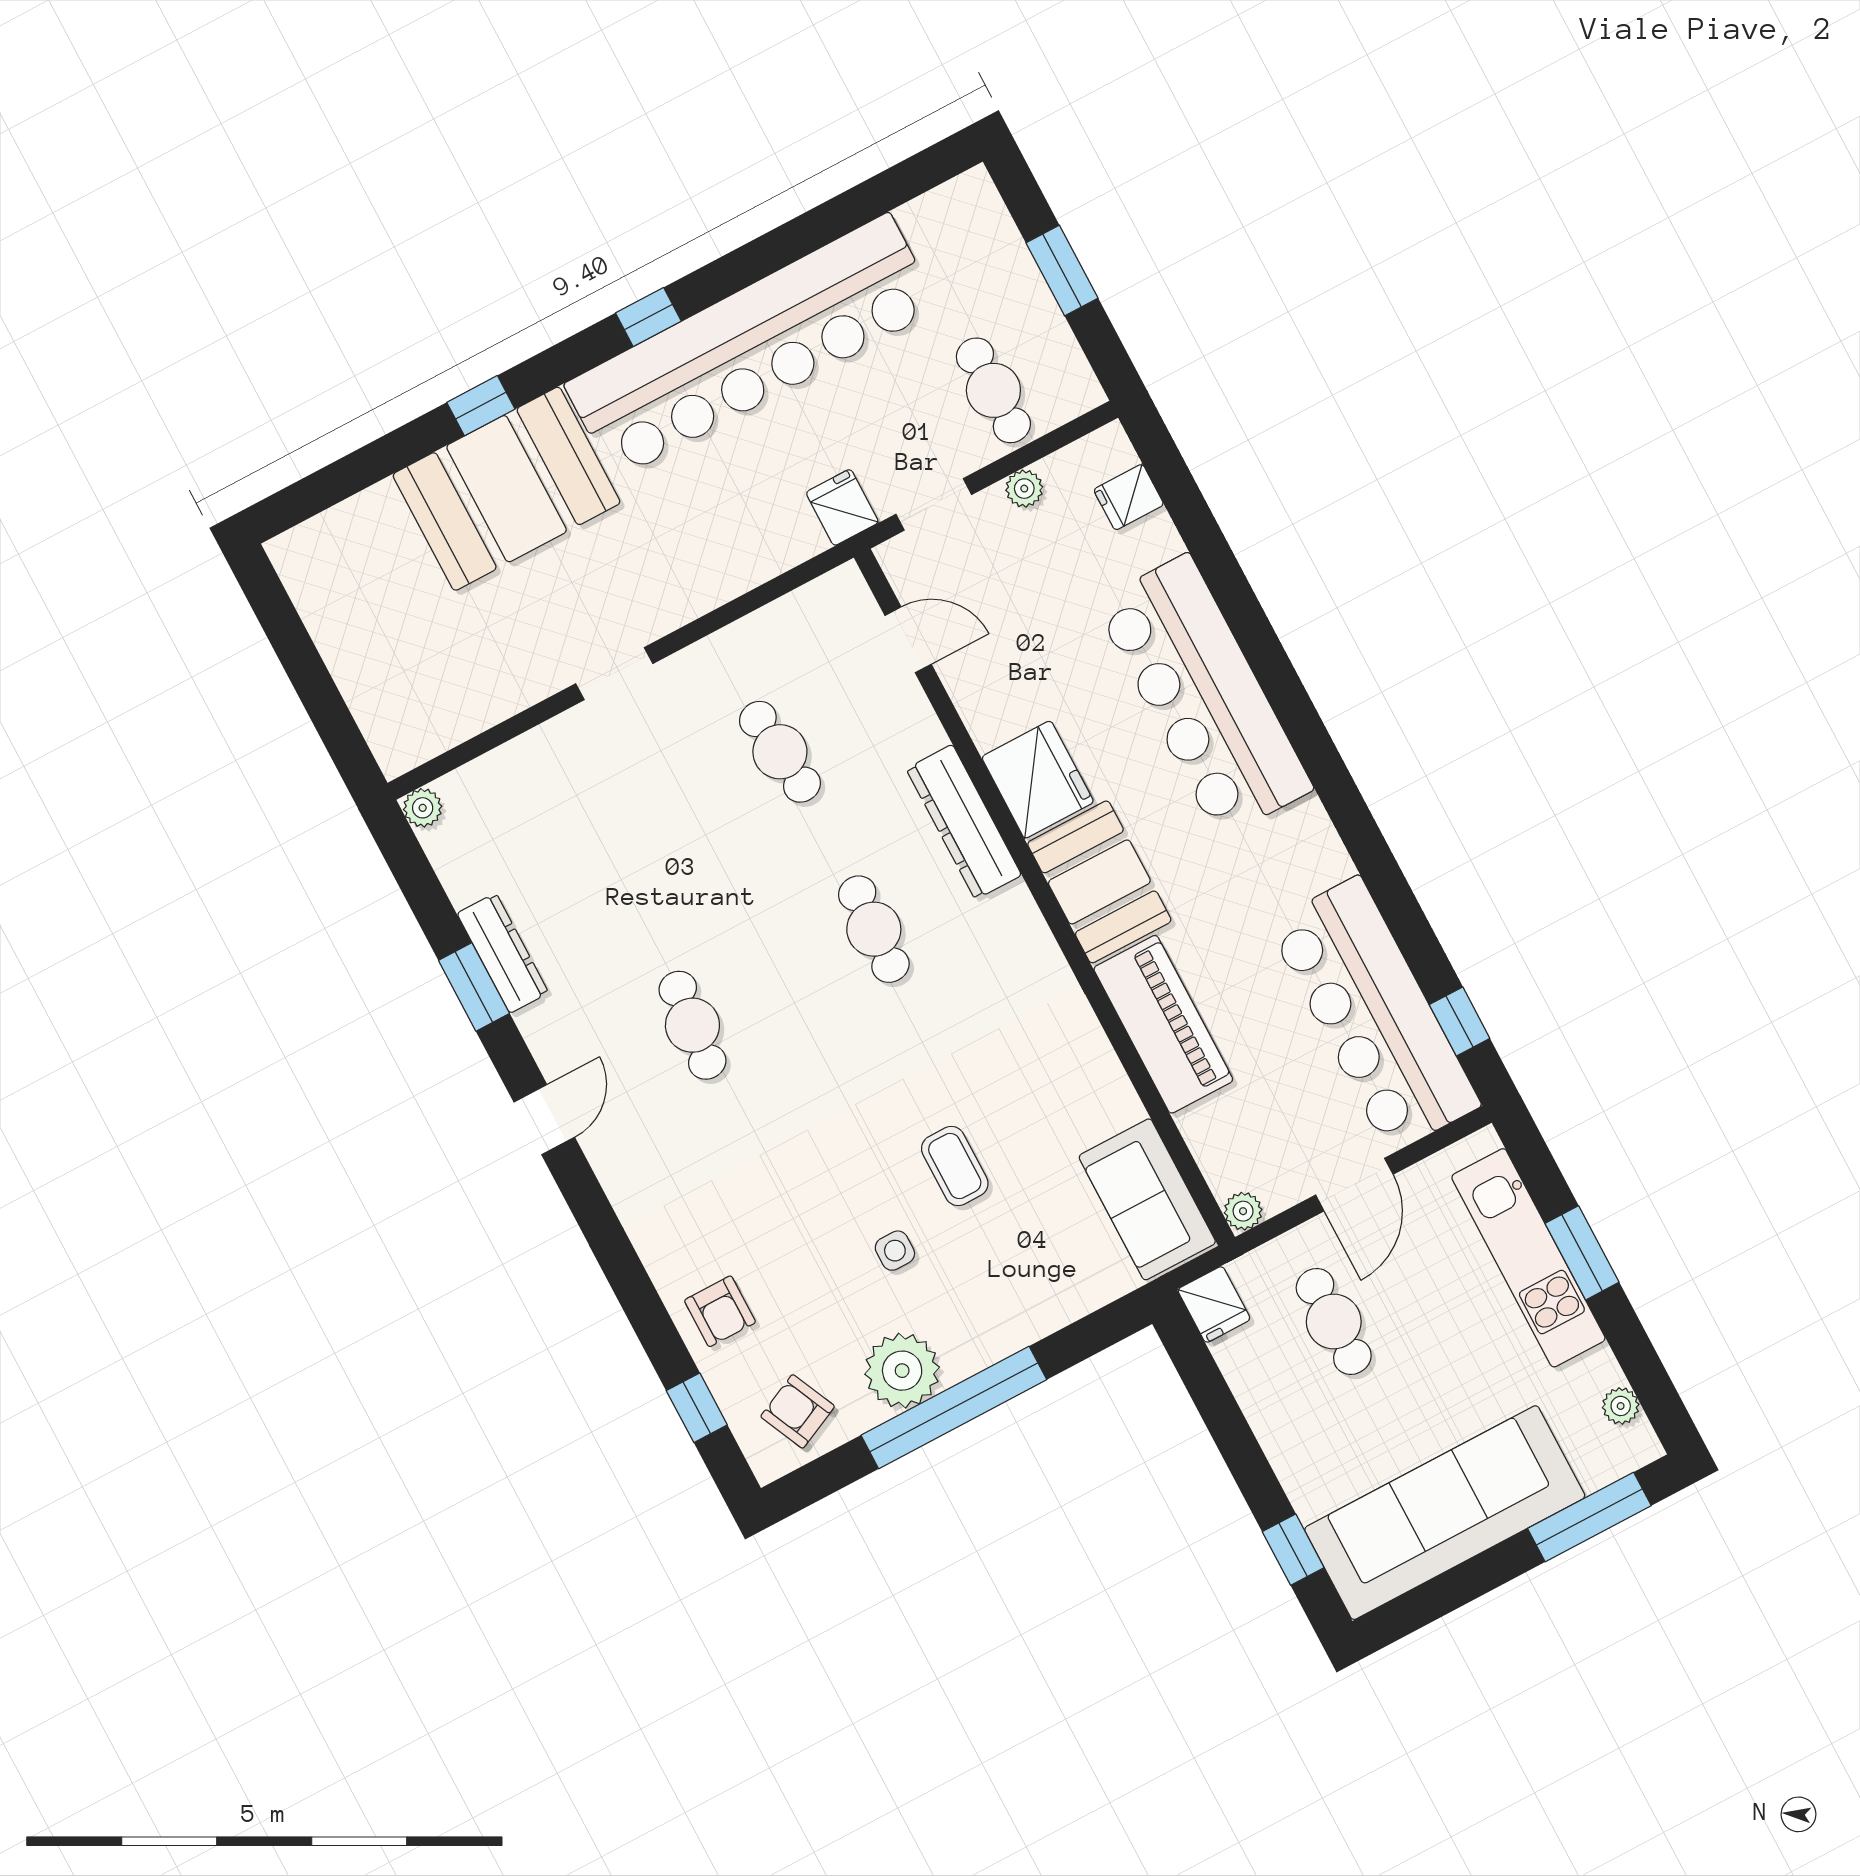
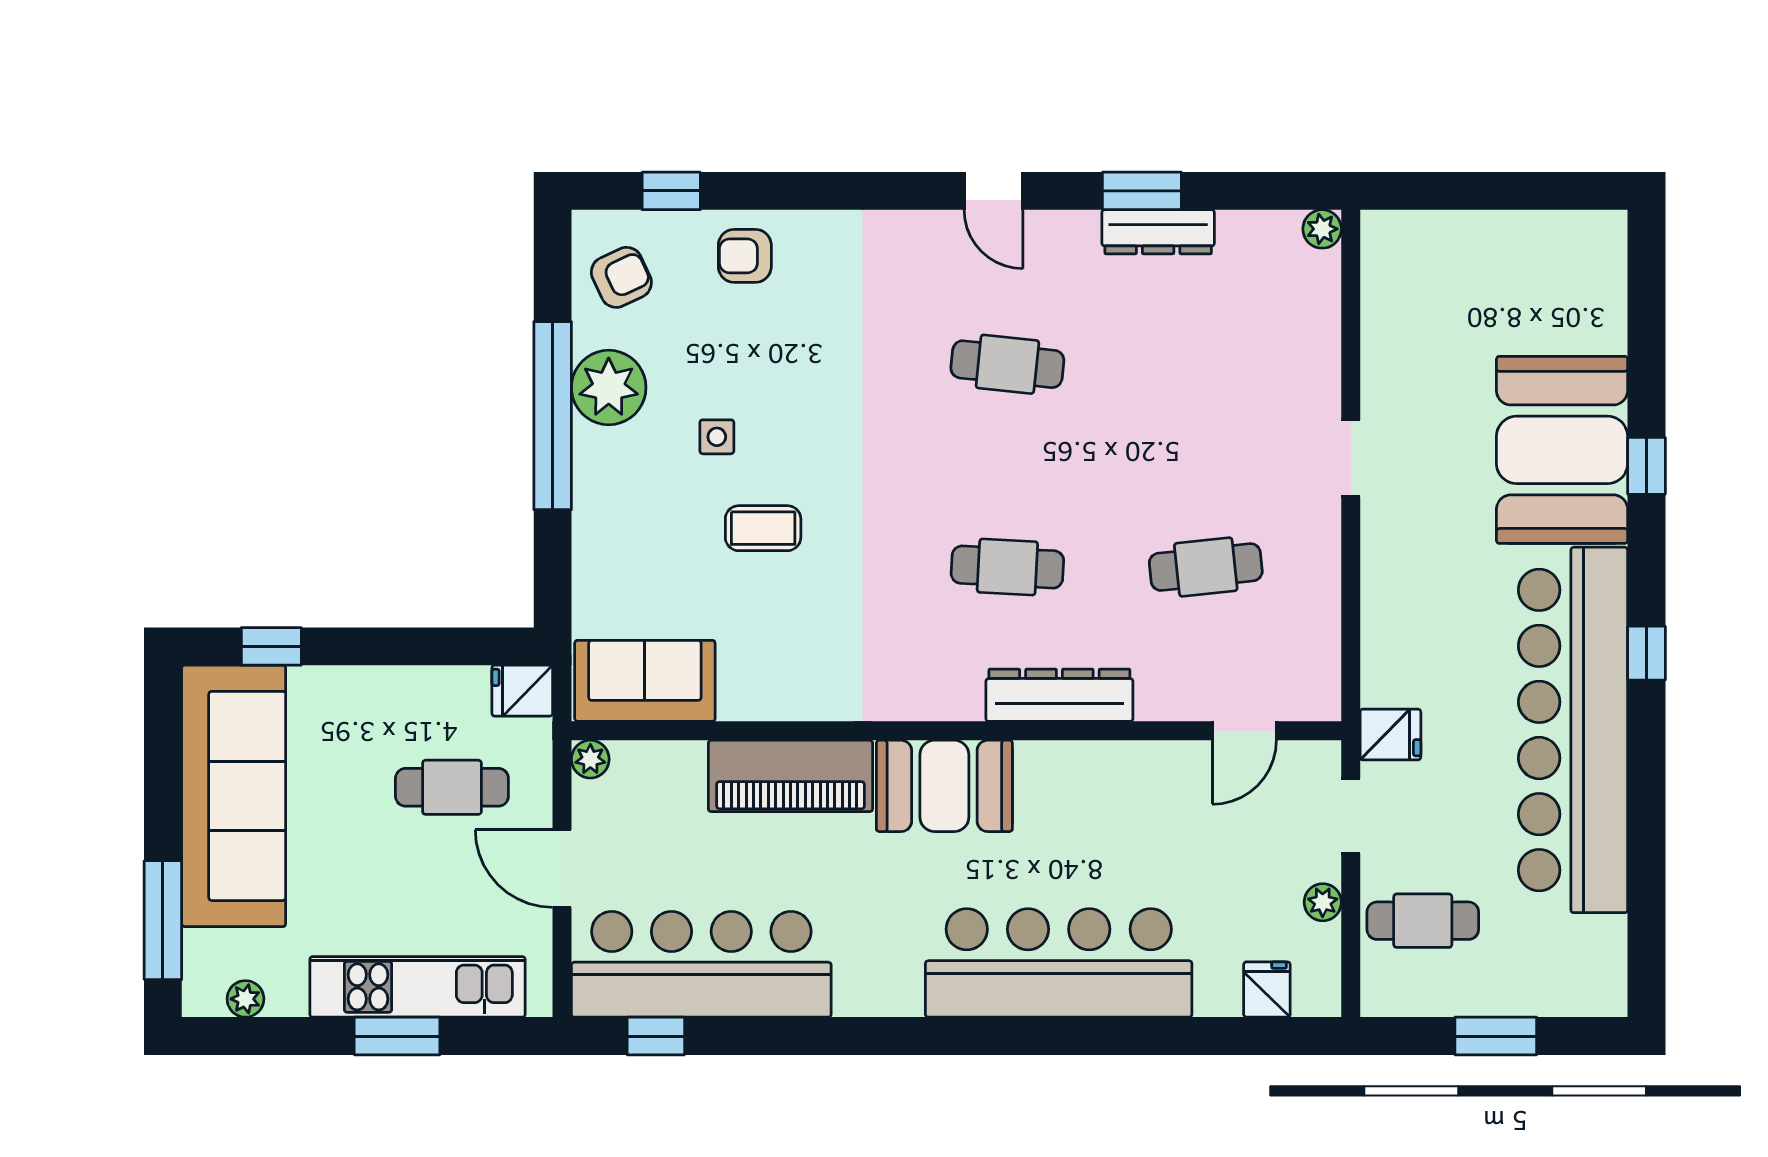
fridge: (1038, 780) -> (1062, 779), removed

